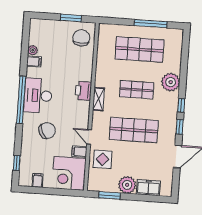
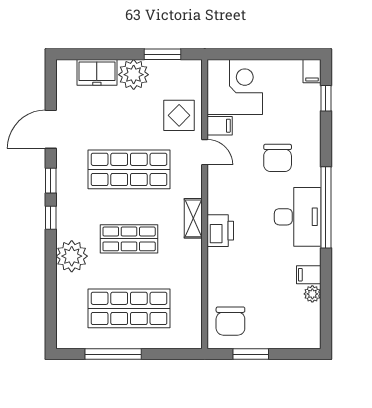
chair: (47, 131) -> (278, 158), turned -65
filing cabinet: (38, 180) -> (312, 71), moved

